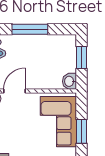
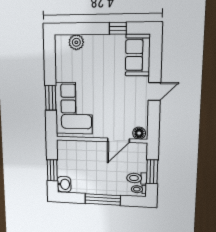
washbasin: (69, 81) -> (64, 184), moved

